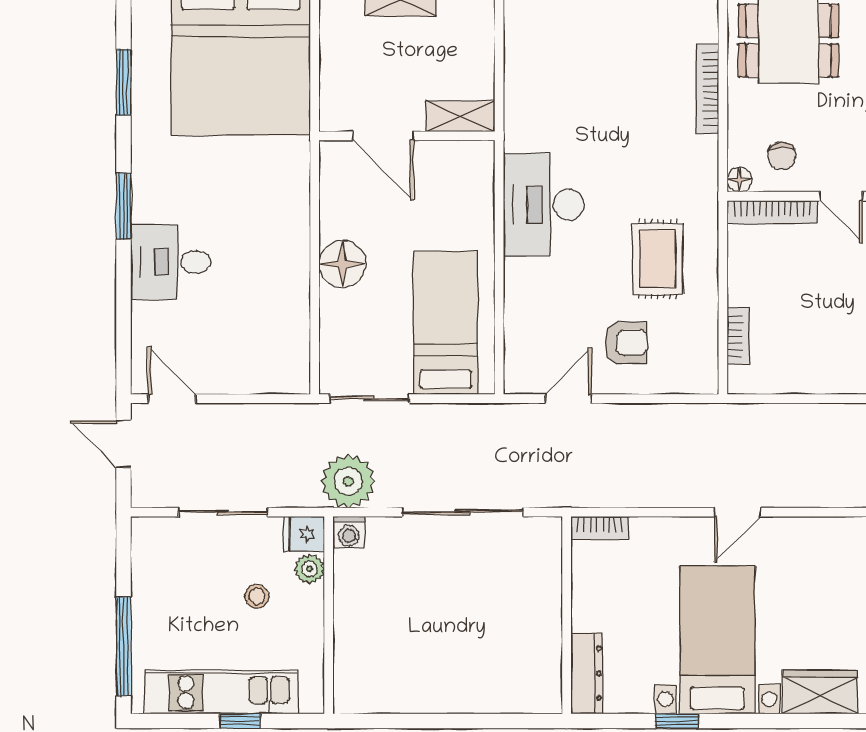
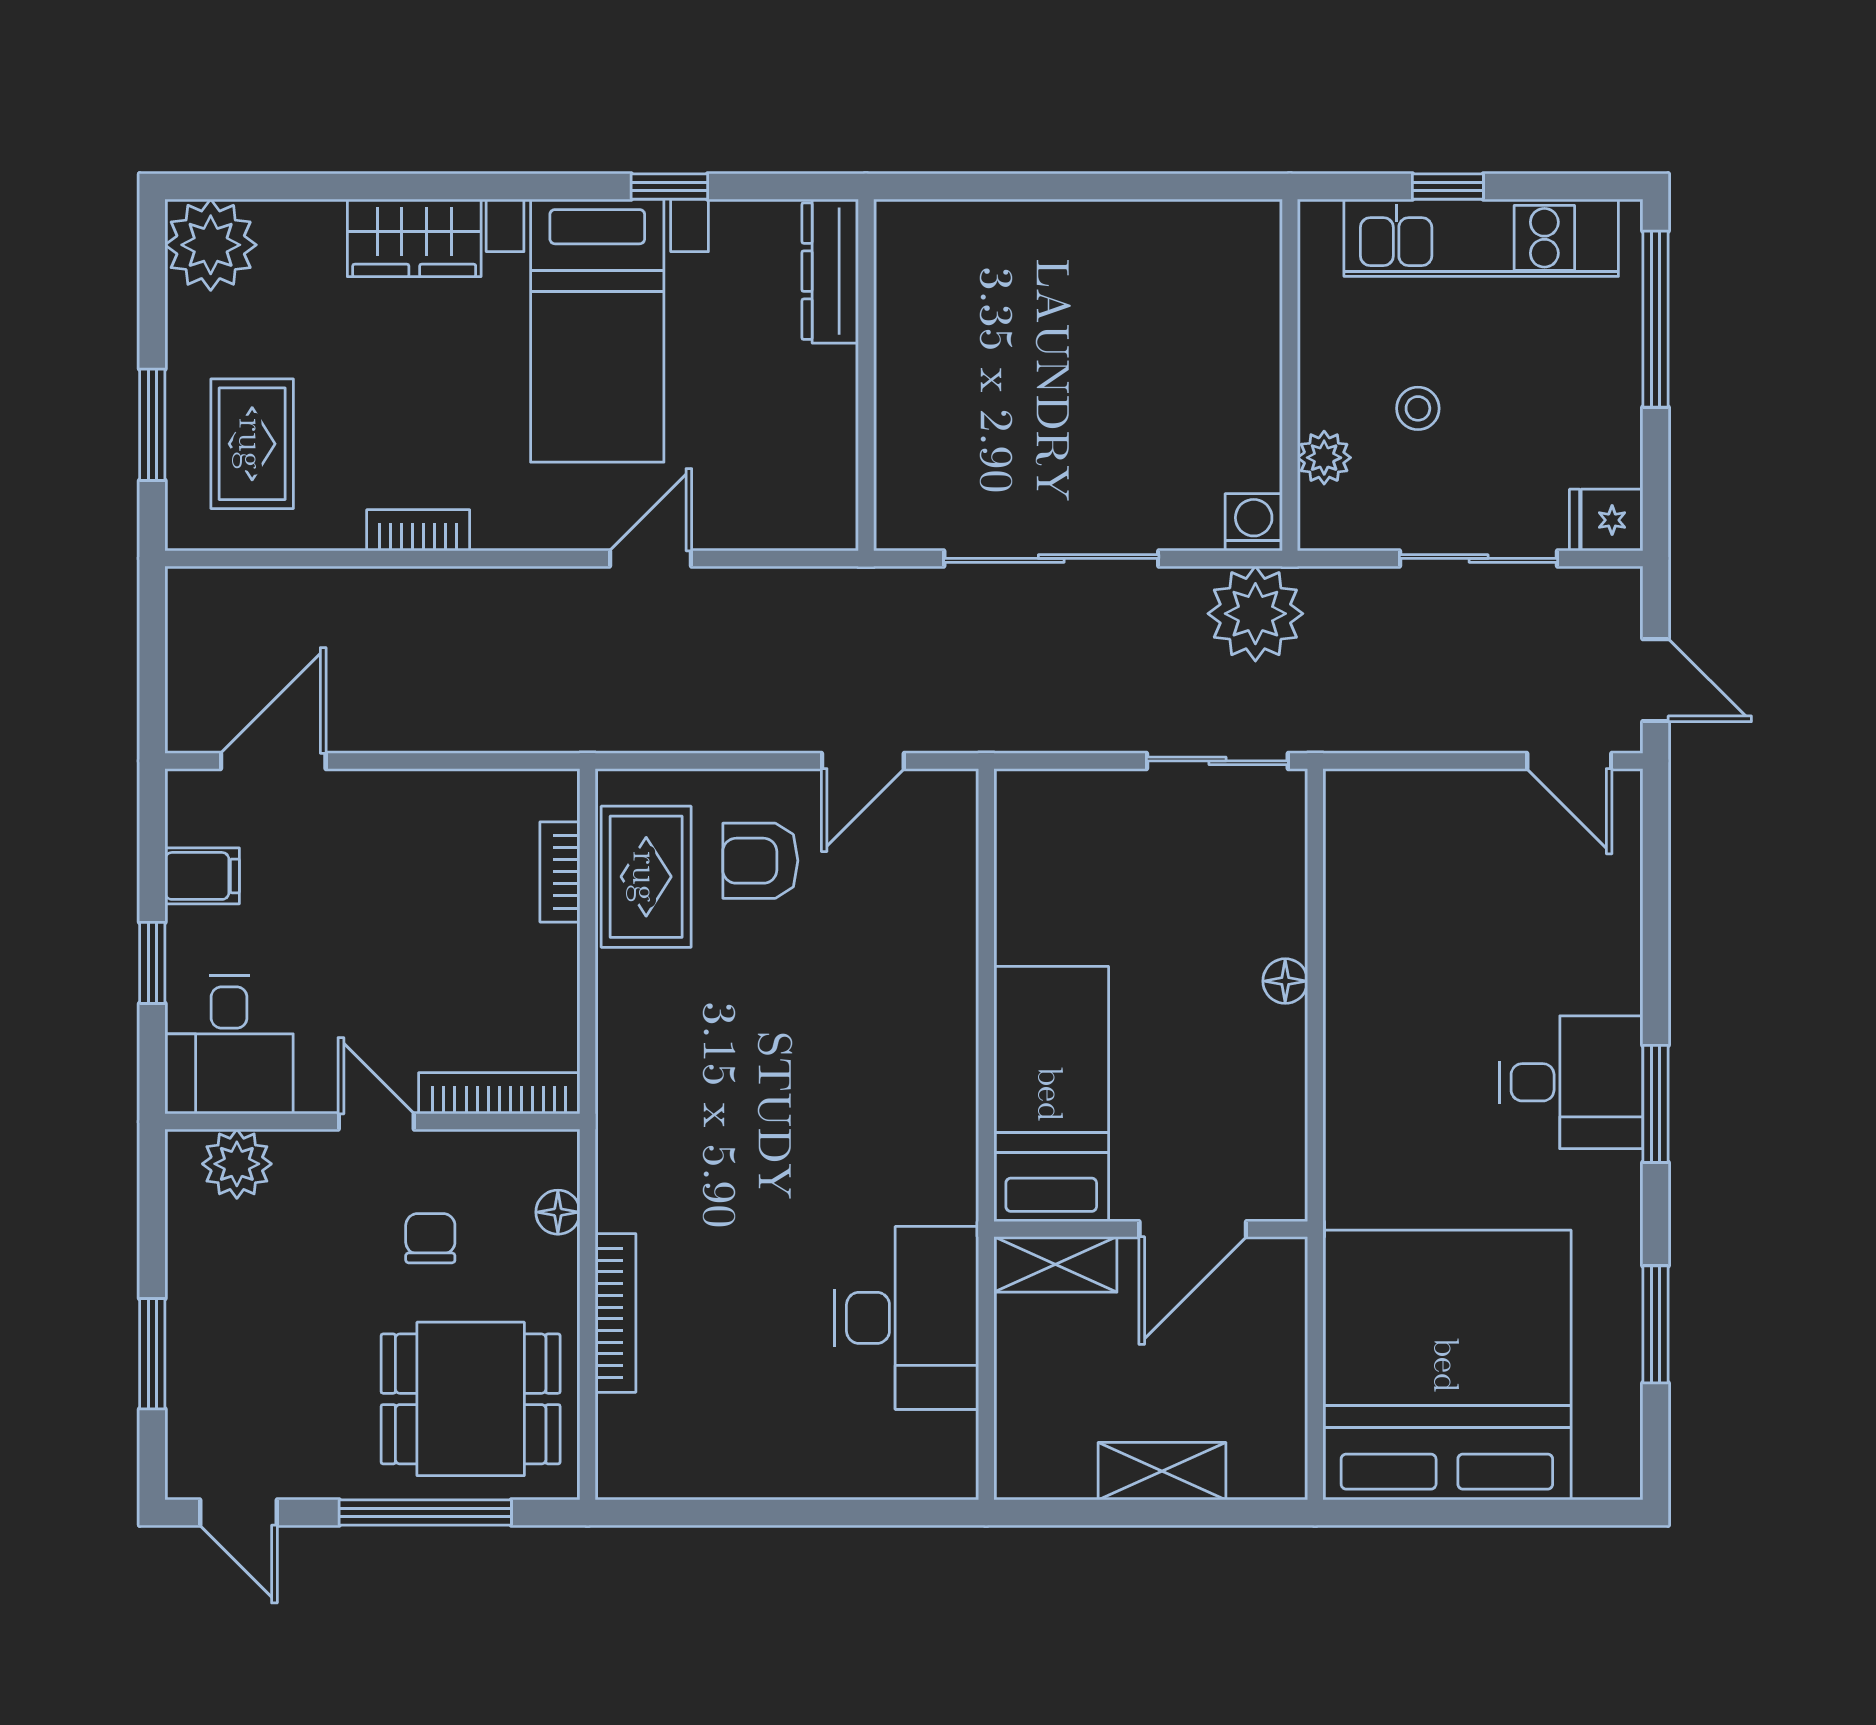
door: (383, 136) -> (1193, 1229), swing flipped
chair: (782, 156) -> (430, 1238), moved
floor lamp: (739, 180) -> (558, 1212), moved
desk: (544, 205) -> (907, 1318), moved
rug: (658, 259) -> (646, 877), moved
desk: (171, 262) -> (1571, 1082), moved
floor lamp: (342, 264) -> (1285, 981), width x0.53, depth x0.53
bed: (446, 323) -> (1051, 1094), moved, turned 180
door: (737, 512) -> (651, 558), moved
bookcase: (600, 528) -> (418, 530), moved
fridge: (304, 534) -> (1606, 520), moved, turned 180

